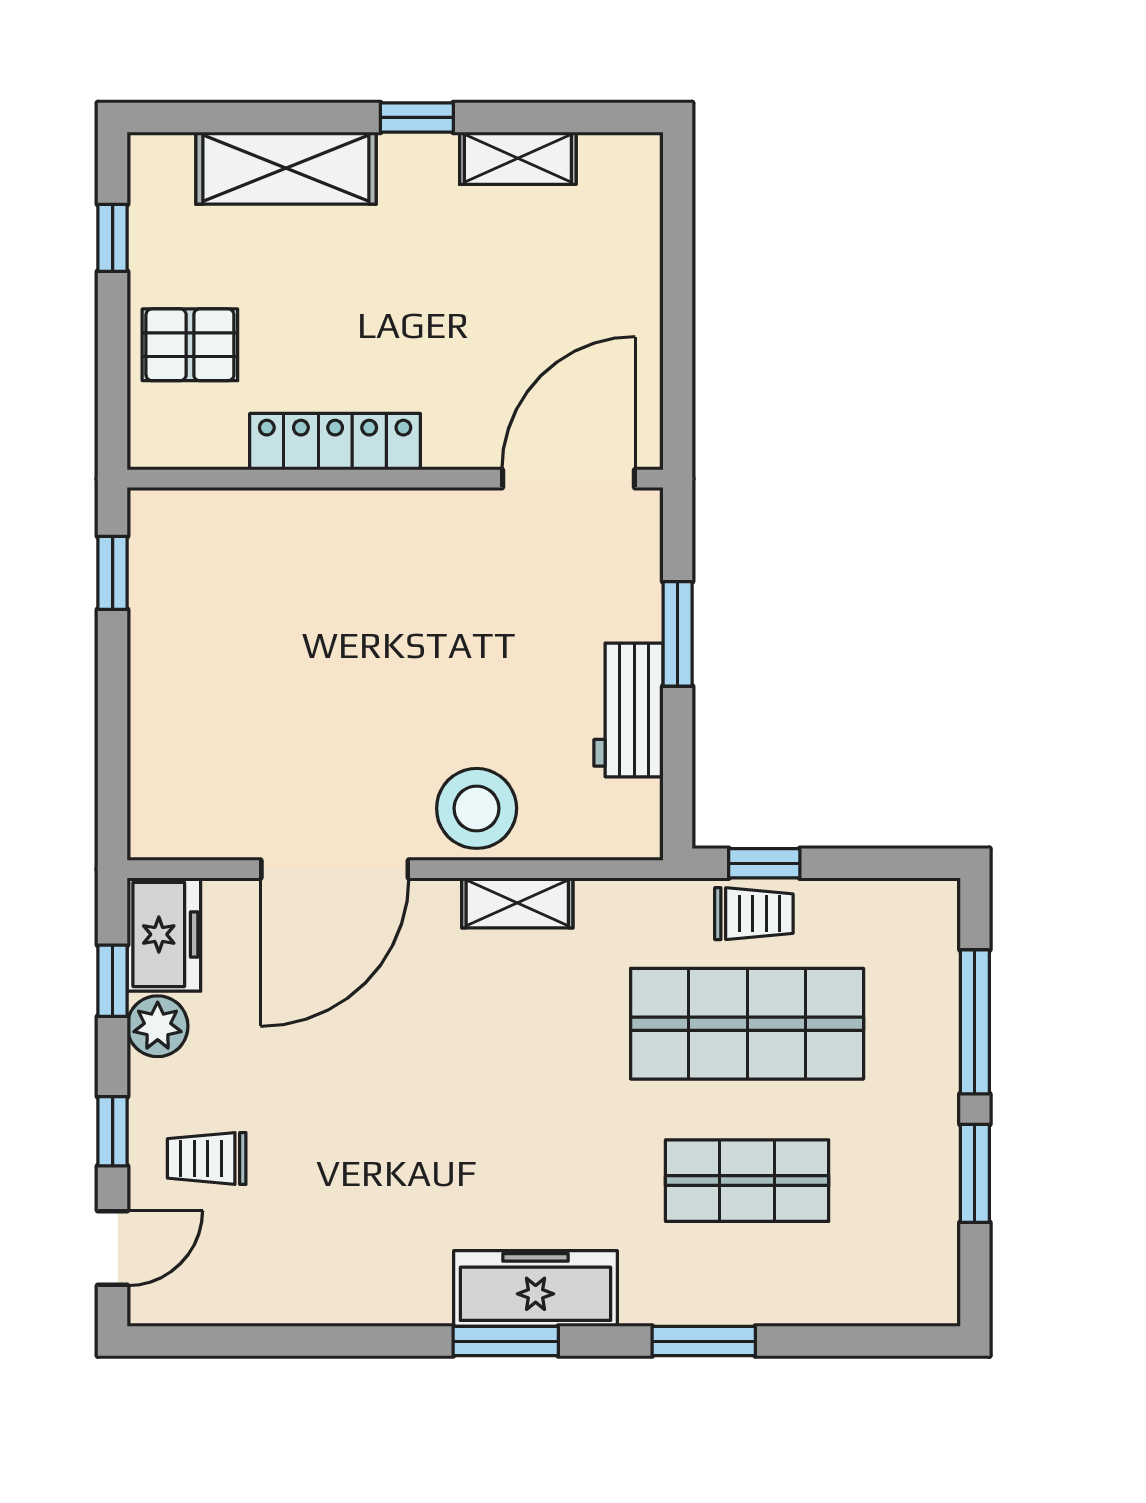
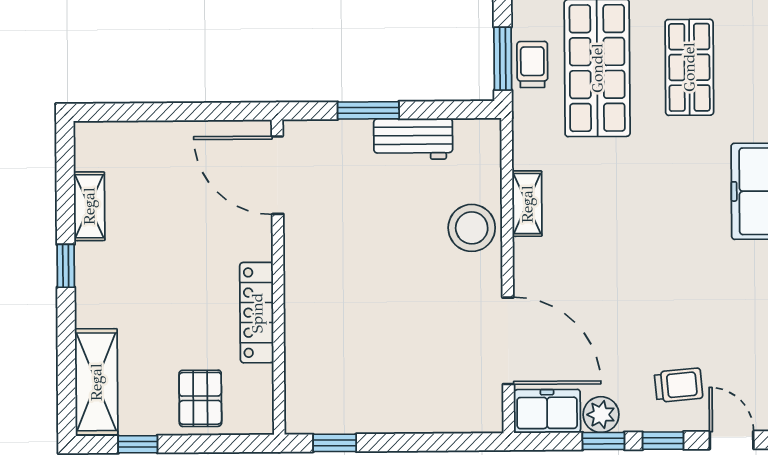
shelving: (286, 168) -> (96, 382), moved
window: (764, 863) -> (503, 59), width x1.50
door: (335, 869) -> (508, 341), moved
window: (113, 981) -> (603, 441), moved
trolley: (207, 1158) -> (679, 385), turned -95

